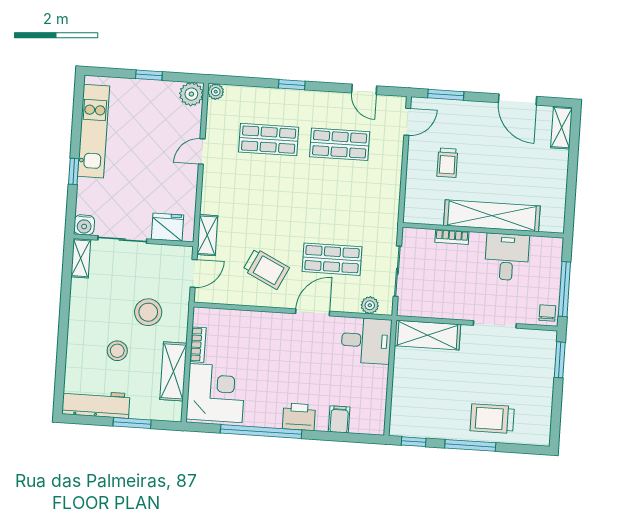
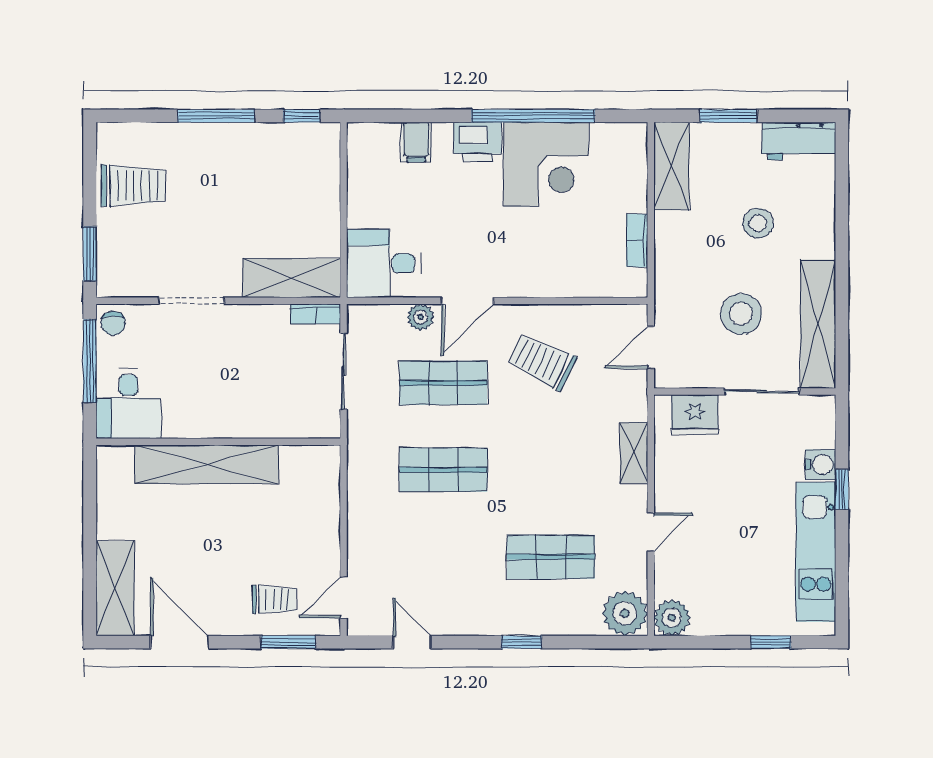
window: (149, 75) -> (771, 642), moved
plant: (216, 92) -> (625, 613), width x1.87, depth x1.87
shelving: (562, 128) -> (115, 588), width x1.50, depth x1.33
shop shelf: (340, 144) -> (443, 470), moved
trolley: (447, 163) -> (274, 599), moved, turned 90
water cooler: (84, 225) -> (820, 465), moved, turned 90
shelving: (207, 235) -> (634, 453), moved
bookcase: (452, 237) -> (315, 314), moved, turned 180
desk: (507, 257) -> (128, 404), moved
shelving: (81, 258) -> (818, 324), width x2.20, depth x1.33
plant: (370, 305) -> (421, 317), moved
stool: (148, 312) -> (741, 314), moved
shelving: (173, 371) -> (671, 166), moved
corner desk: (216, 393) -> (546, 164), moved, turned -90
workbench: (96, 404) -> (799, 141), width x0.73
trolley: (492, 419) -> (133, 186), moved

